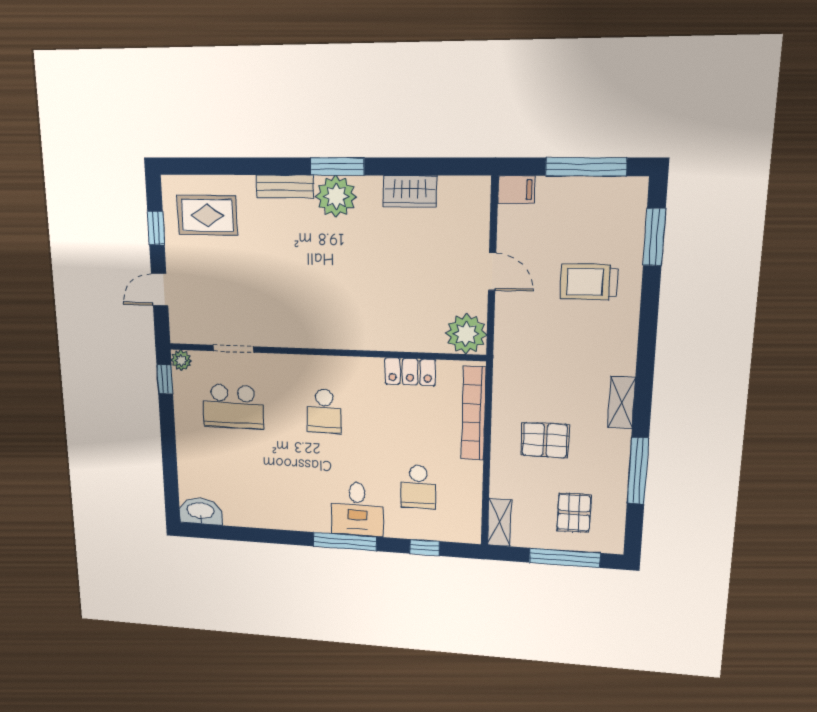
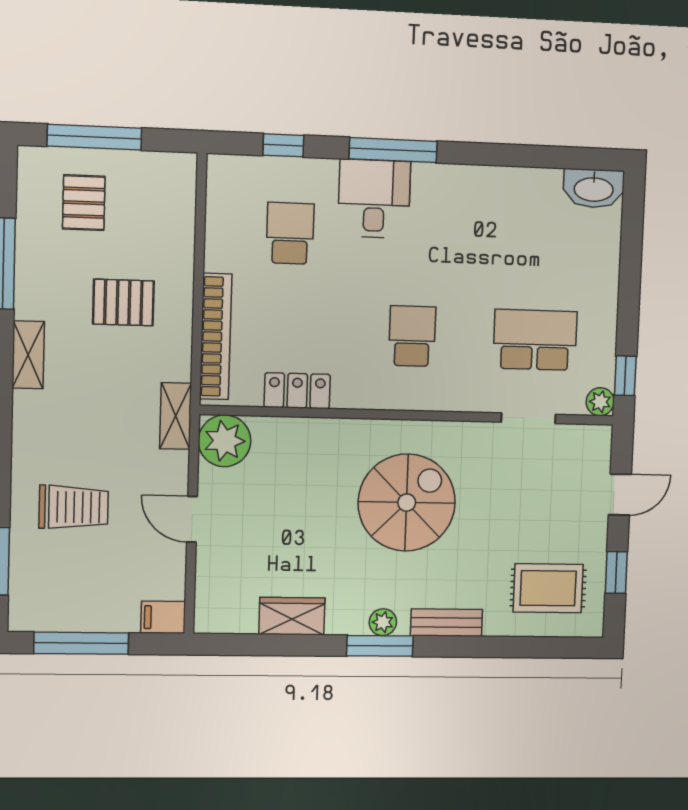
plant: (336, 197) -> (383, 622), width x0.53, depth x0.53
spiral stairs: (322, 284) -> (407, 503), added
shelving: (500, 522) -> (176, 416), moved

